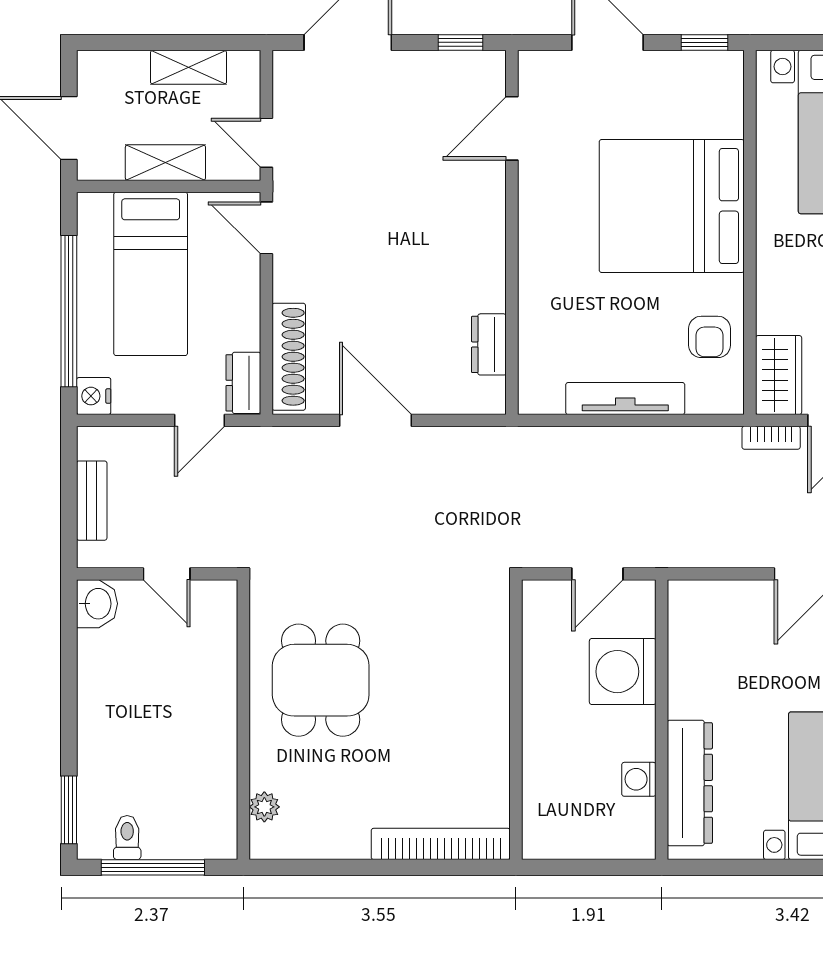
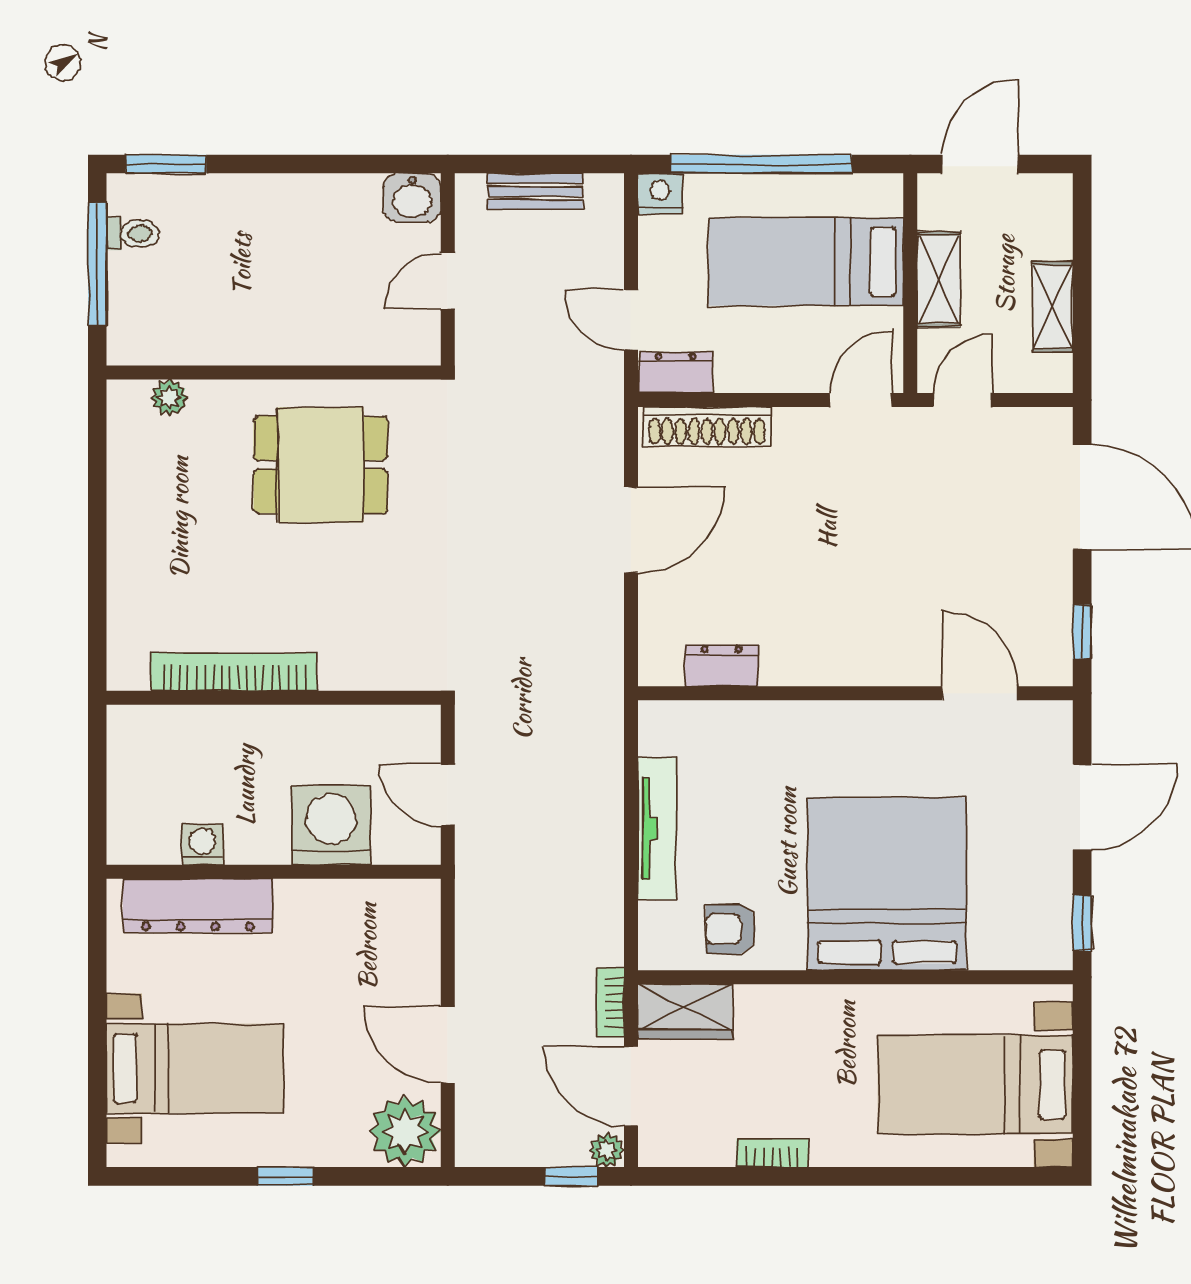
bookcase: (441, 844) -> (234, 672), moved, turned -90

